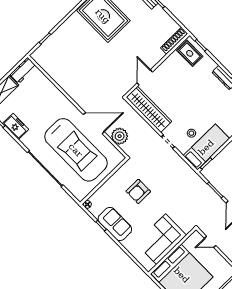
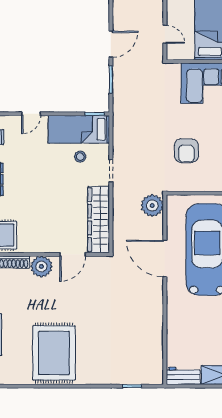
plant: (155, 55) -> (41, 267), added
plant: (120, 136) -> (152, 206), moved
armchair: (138, 191) -> (186, 151), turned 90

